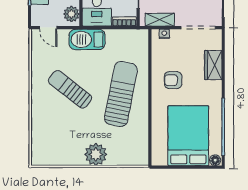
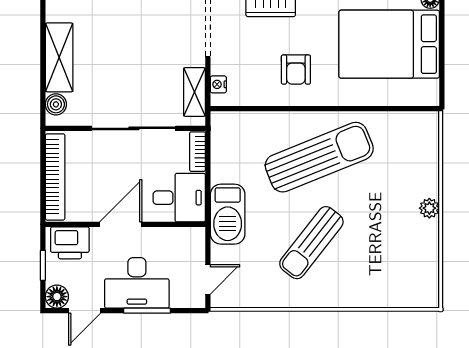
plant: (71, 14) -> (185, 240), removed
sun lounger: (121, 94) -> (319, 157), turned 147
plant: (96, 154) -> (429, 208), width x0.53, depth x0.53

